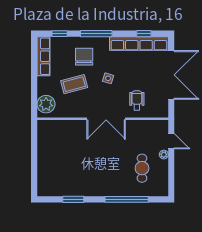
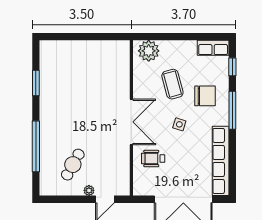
window: (144, 34) -> (232, 167), removed
row of seats: (43, 56) -> (213, 48), width x0.68
wheelchair: (137, 100) -> (153, 159), turned 180
double door: (106, 119) -> (131, 122), swing flipped
cafe table: (142, 168) -> (73, 165), turned -61

